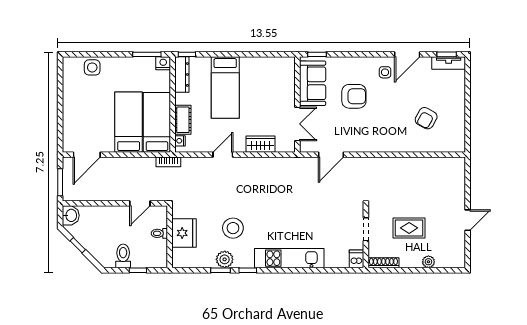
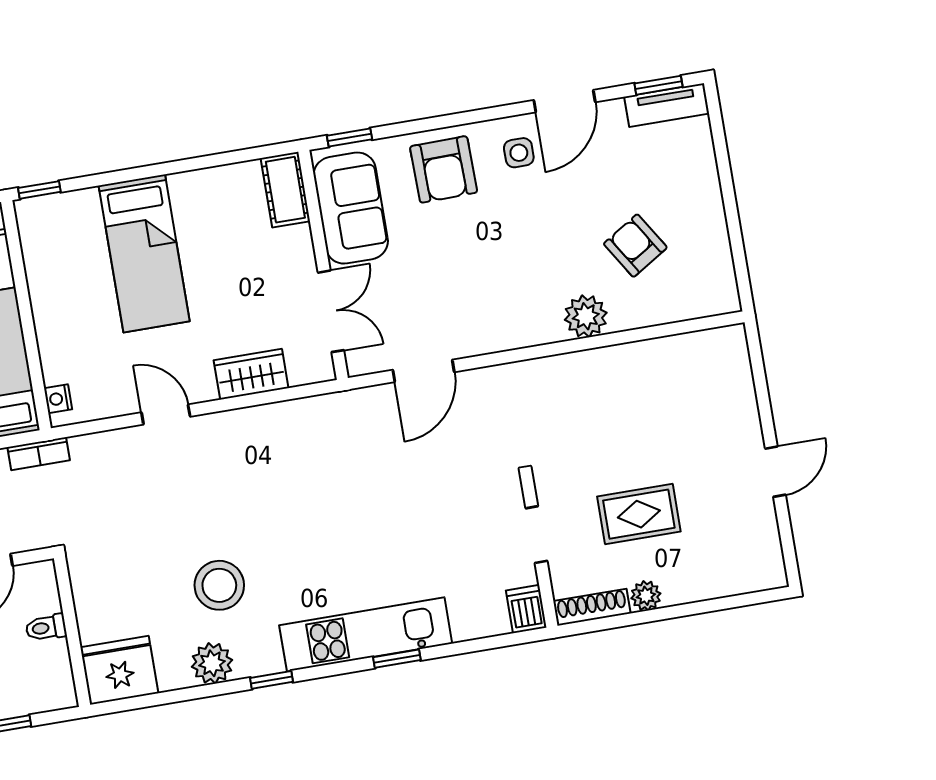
dresser: (182, 74) -> (36, 240), removed
armchair: (354, 96) -> (444, 169), moved, turned 89
armchair: (426, 118) -> (635, 246), turned 119
cot: (183, 120) -> (285, 190), moved
plant: (401, 144) -> (586, 316), added
door: (223, 155) -> (166, 415), hinge flipped
fridge: (184, 233) -> (119, 670), moved, turned -90
plant: (428, 262) -> (646, 596), moved
window: (221, 270) -> (397, 659), moved

